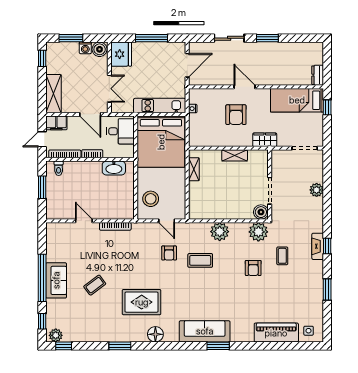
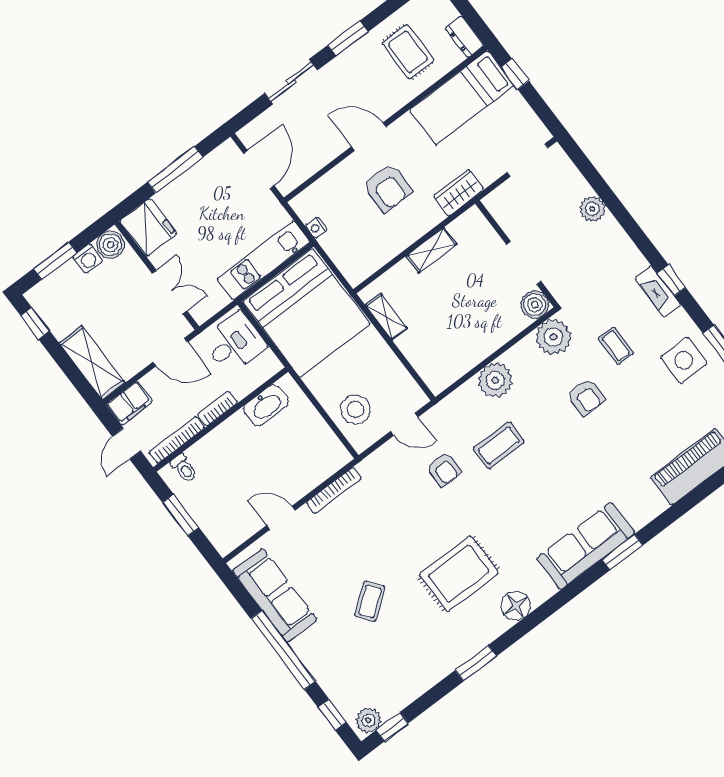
rug: (289, 63) -> (408, 52), added
sofa: (56, 280) -> (275, 595), moved, width x1.36
side table: (307, 284) -> (684, 360), added

